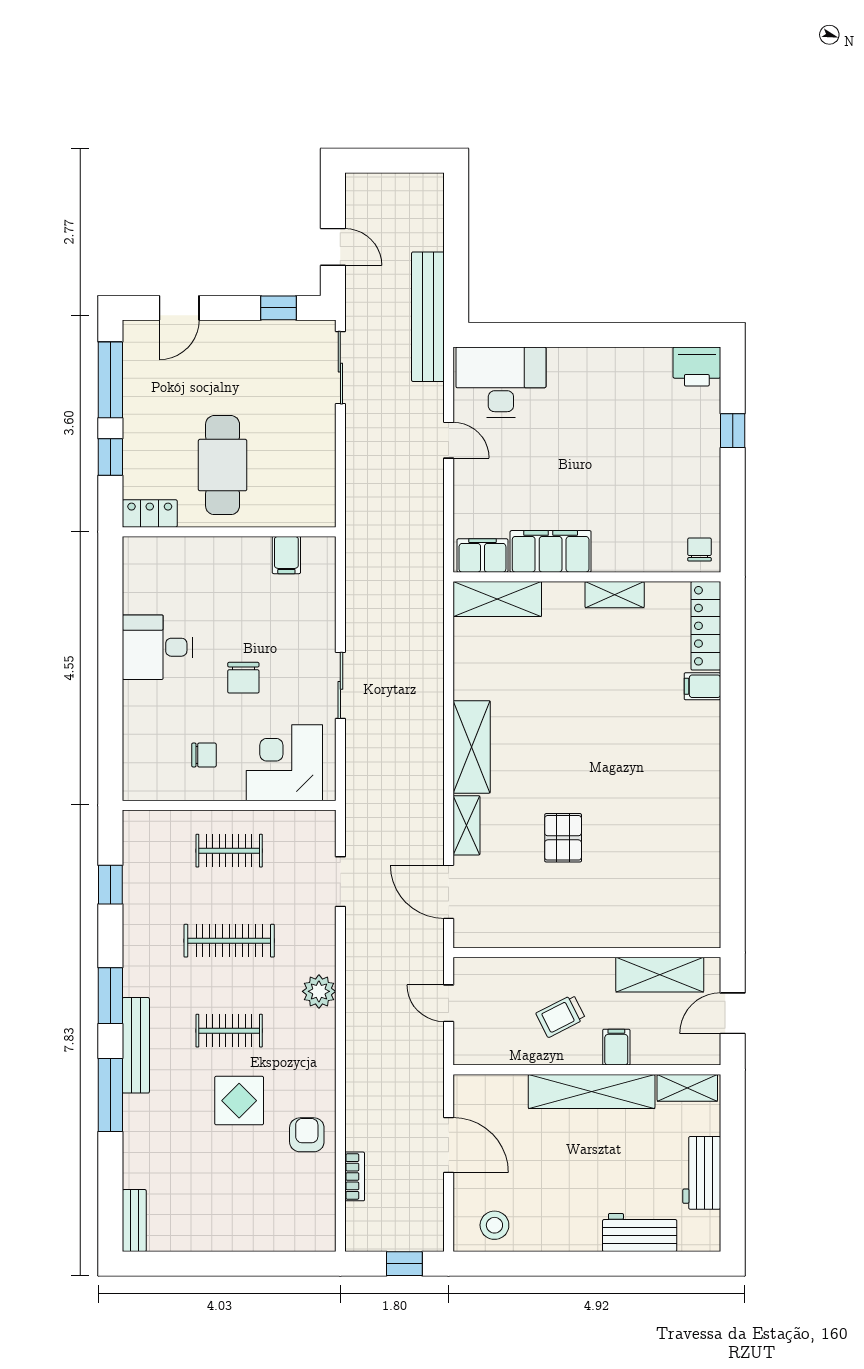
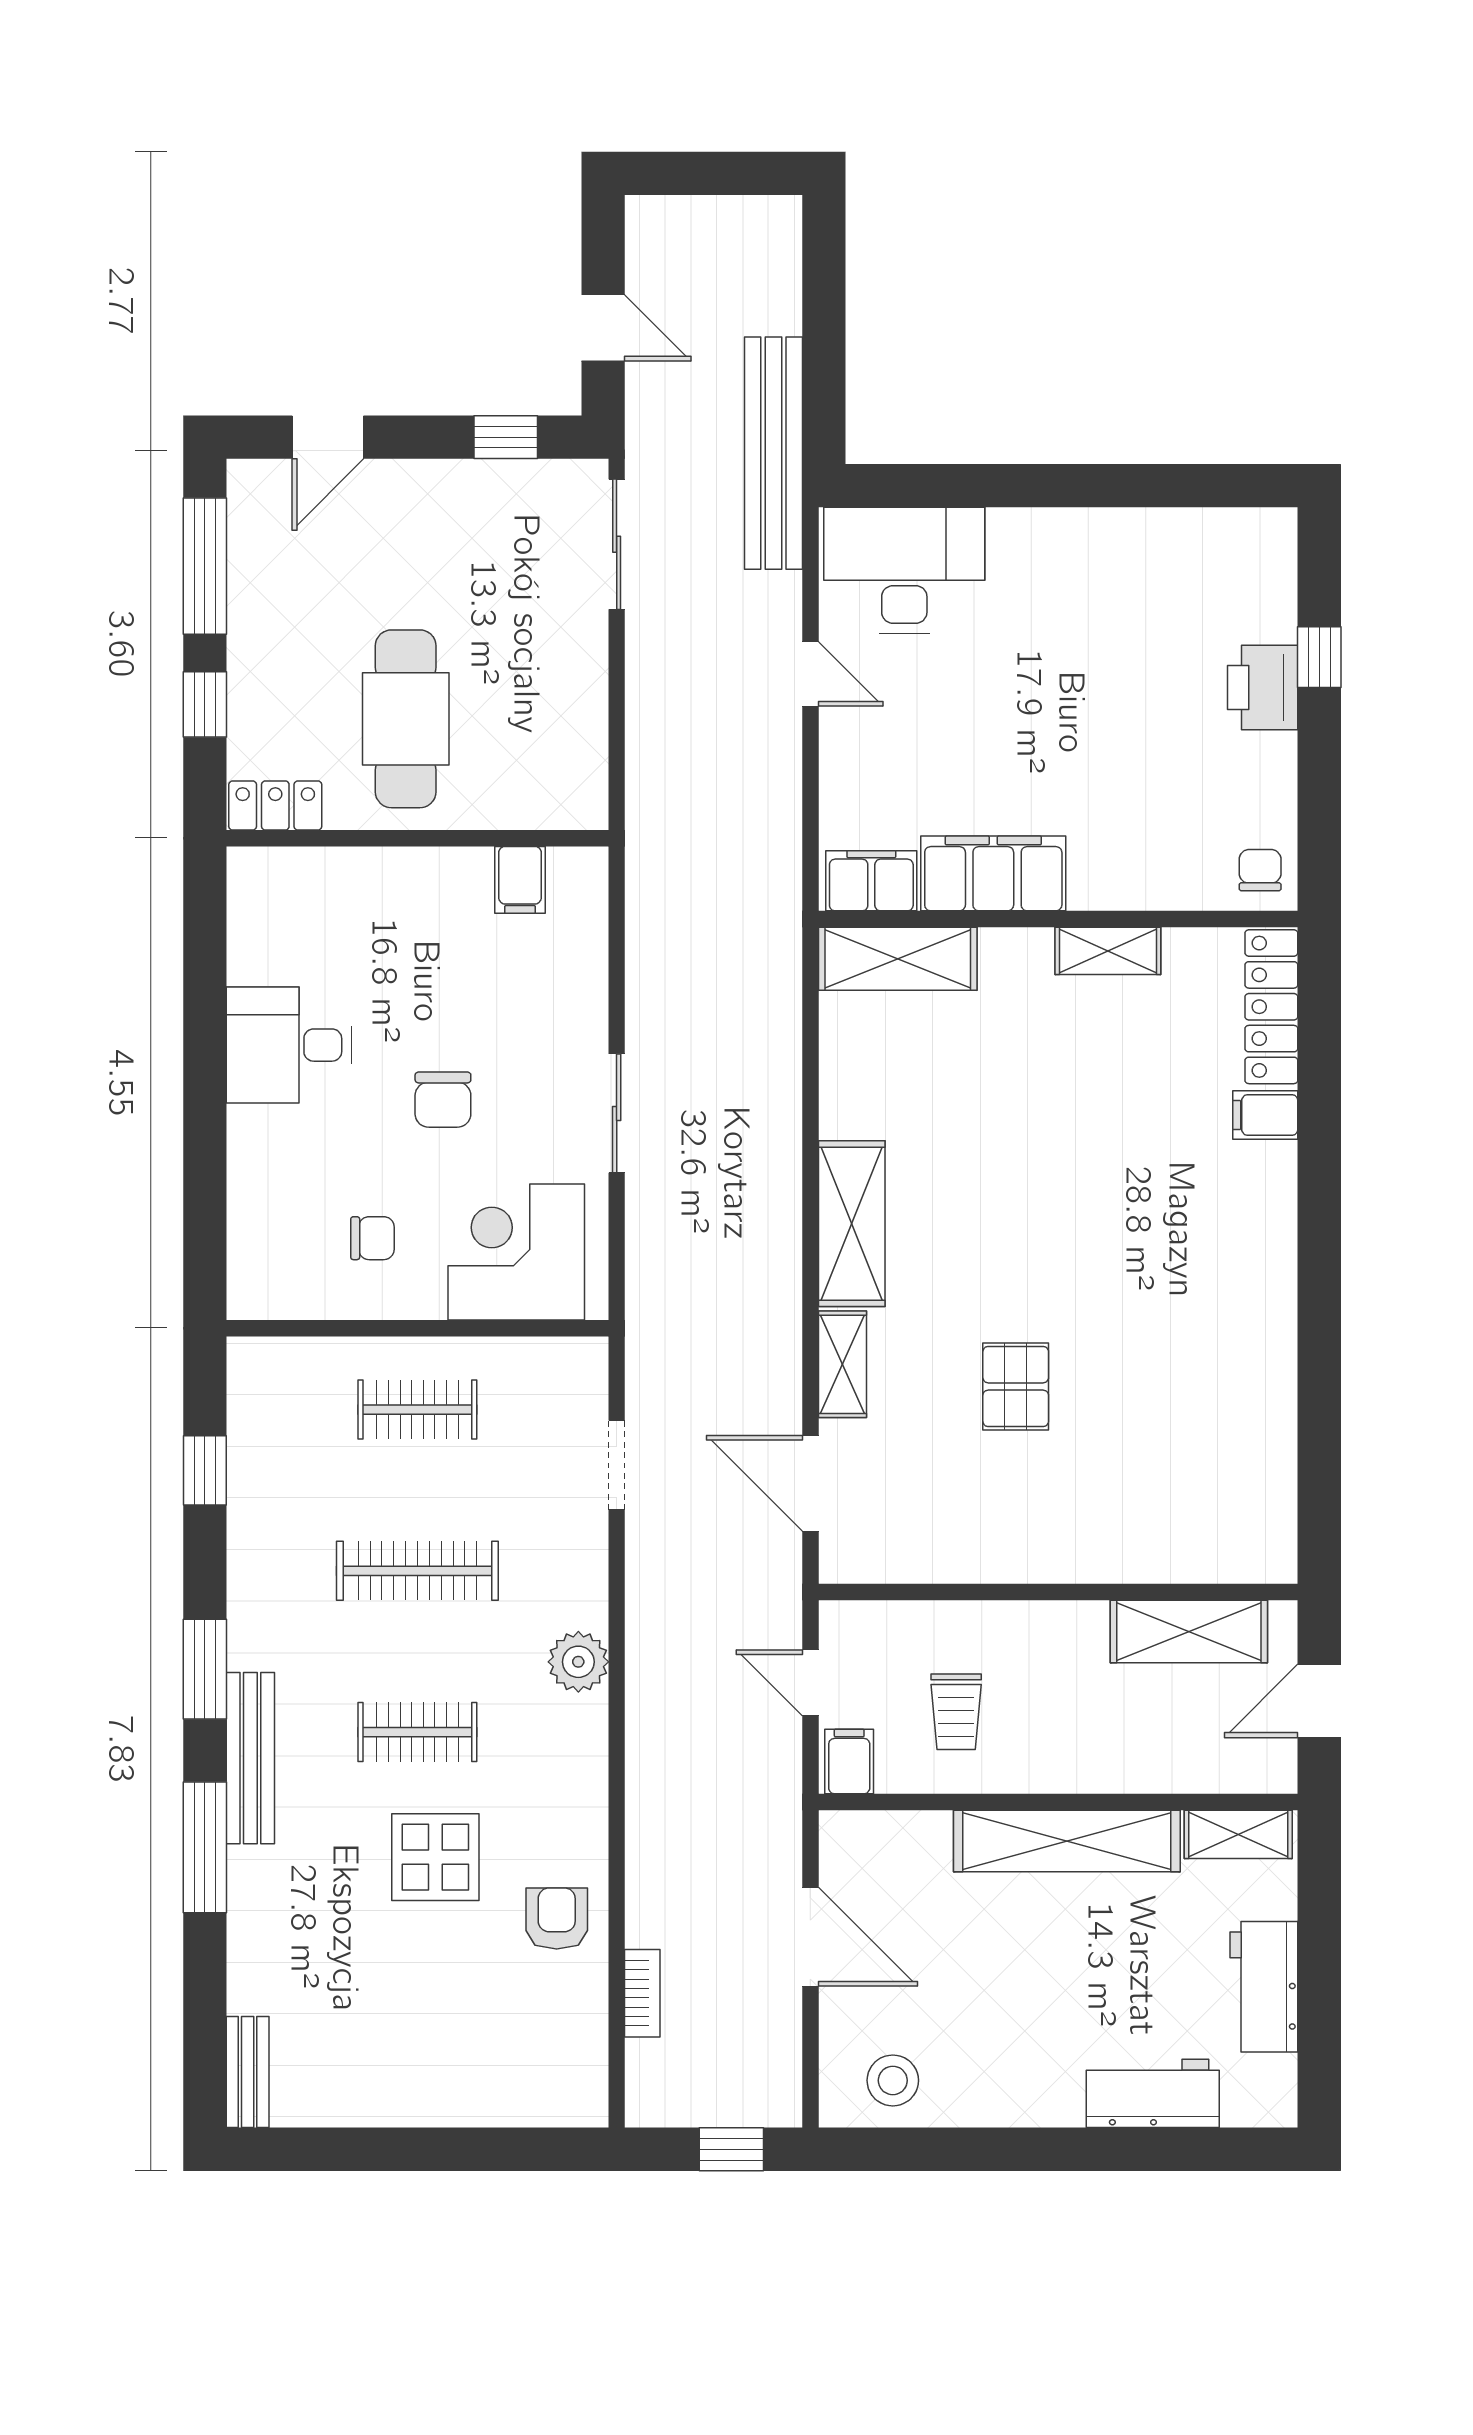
printer: (697, 367) -> (1263, 687), moved, turned 90
trolley: (561, 1016) -> (956, 1712), moved, turned -63
filing cabinet: (616, 1047) -> (849, 1762), moved

